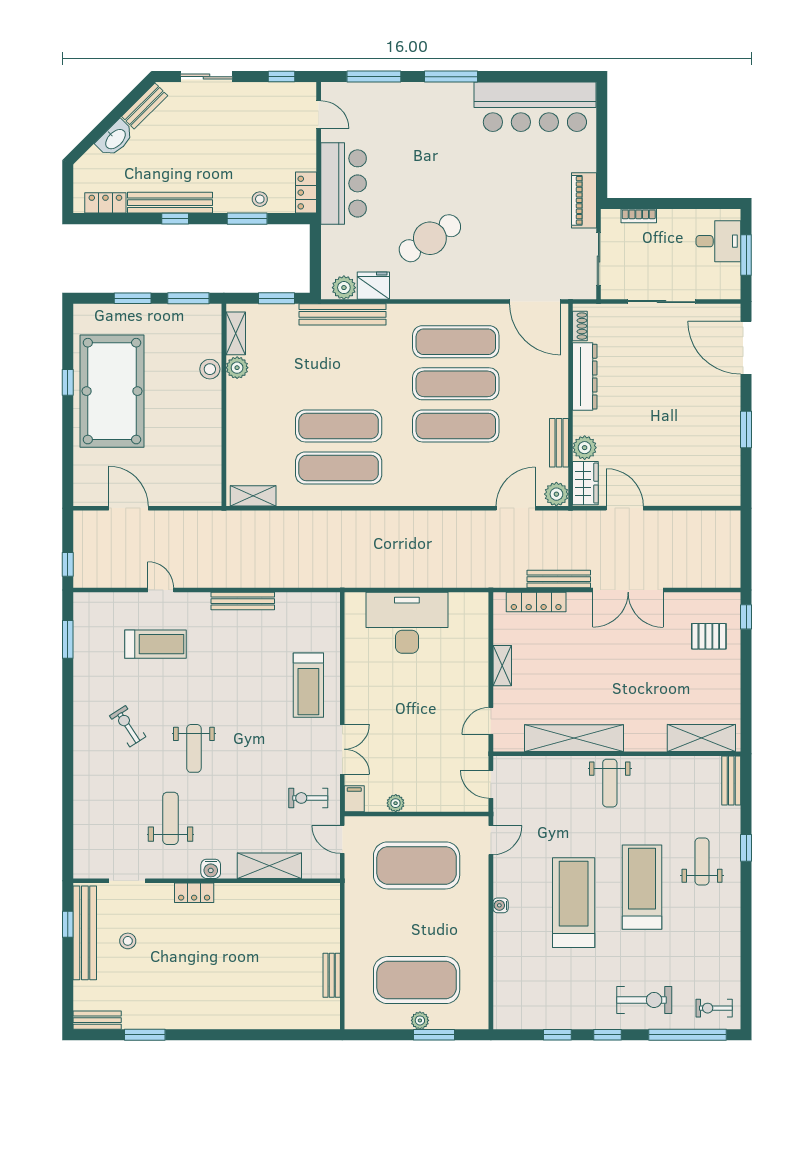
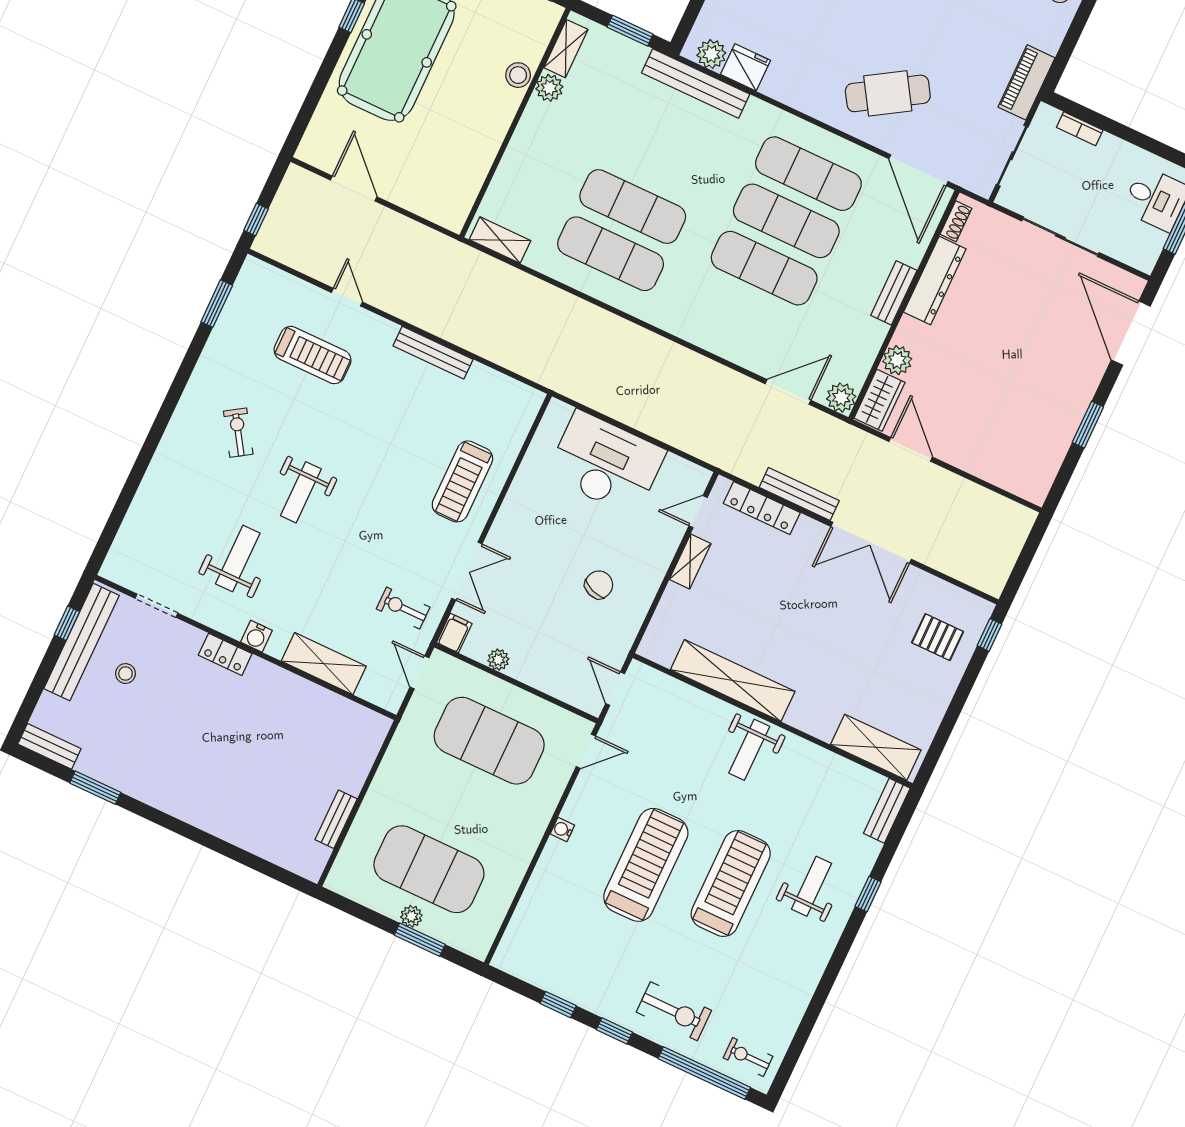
cafe table: (430, 238) -> (888, 93), moved
bench: (559, 443) -> (894, 293), moved
chair: (443, 714) -> (599, 585), added
door: (491, 721) -> (698, 512), moved

